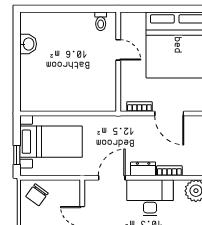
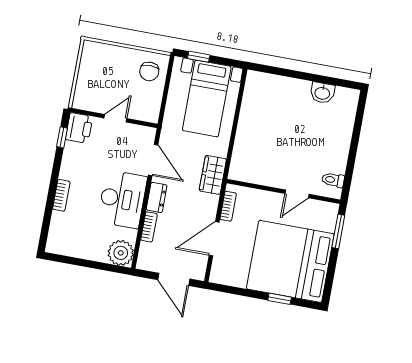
window: (144, 9) -> (338, 231), added
wardrobe: (115, 124) -> (213, 175), added
chair: (37, 195) -> (149, 71), turned -126

